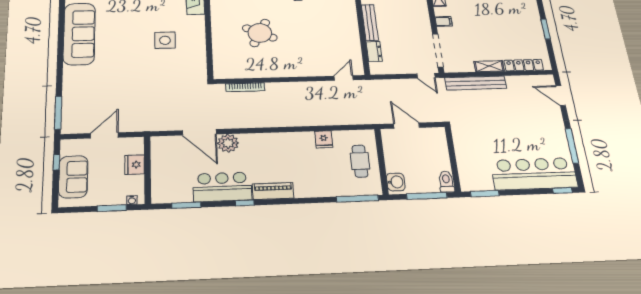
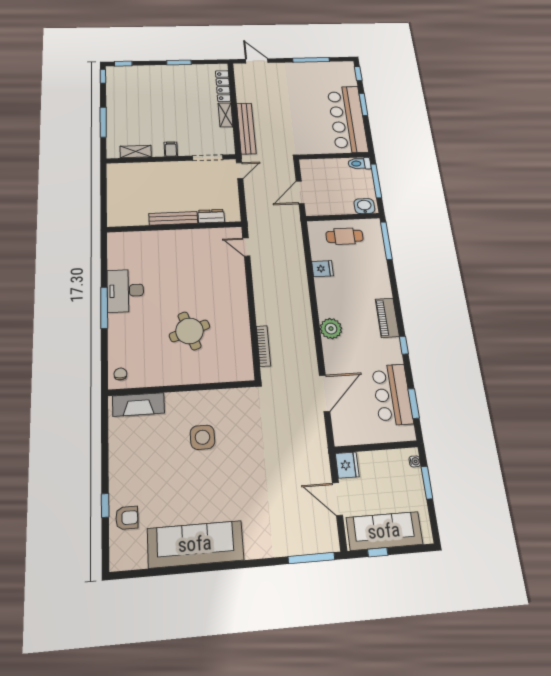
round table: (260, 33) -> (189, 331), turned 45
doorway: (438, 50) -> (208, 158), width x0.73
door: (561, 96) -> (257, 61), swing flipped
plant: (228, 143) -> (331, 329), moved
fridge: (135, 165) -> (347, 465), moved, turned -90
bar counter: (534, 174) -> (347, 119), moved
sofa: (73, 177) -> (384, 531), width x1.36
bar counter: (222, 187) -> (392, 395), moved
window: (485, 194) -> (363, 104), moved

